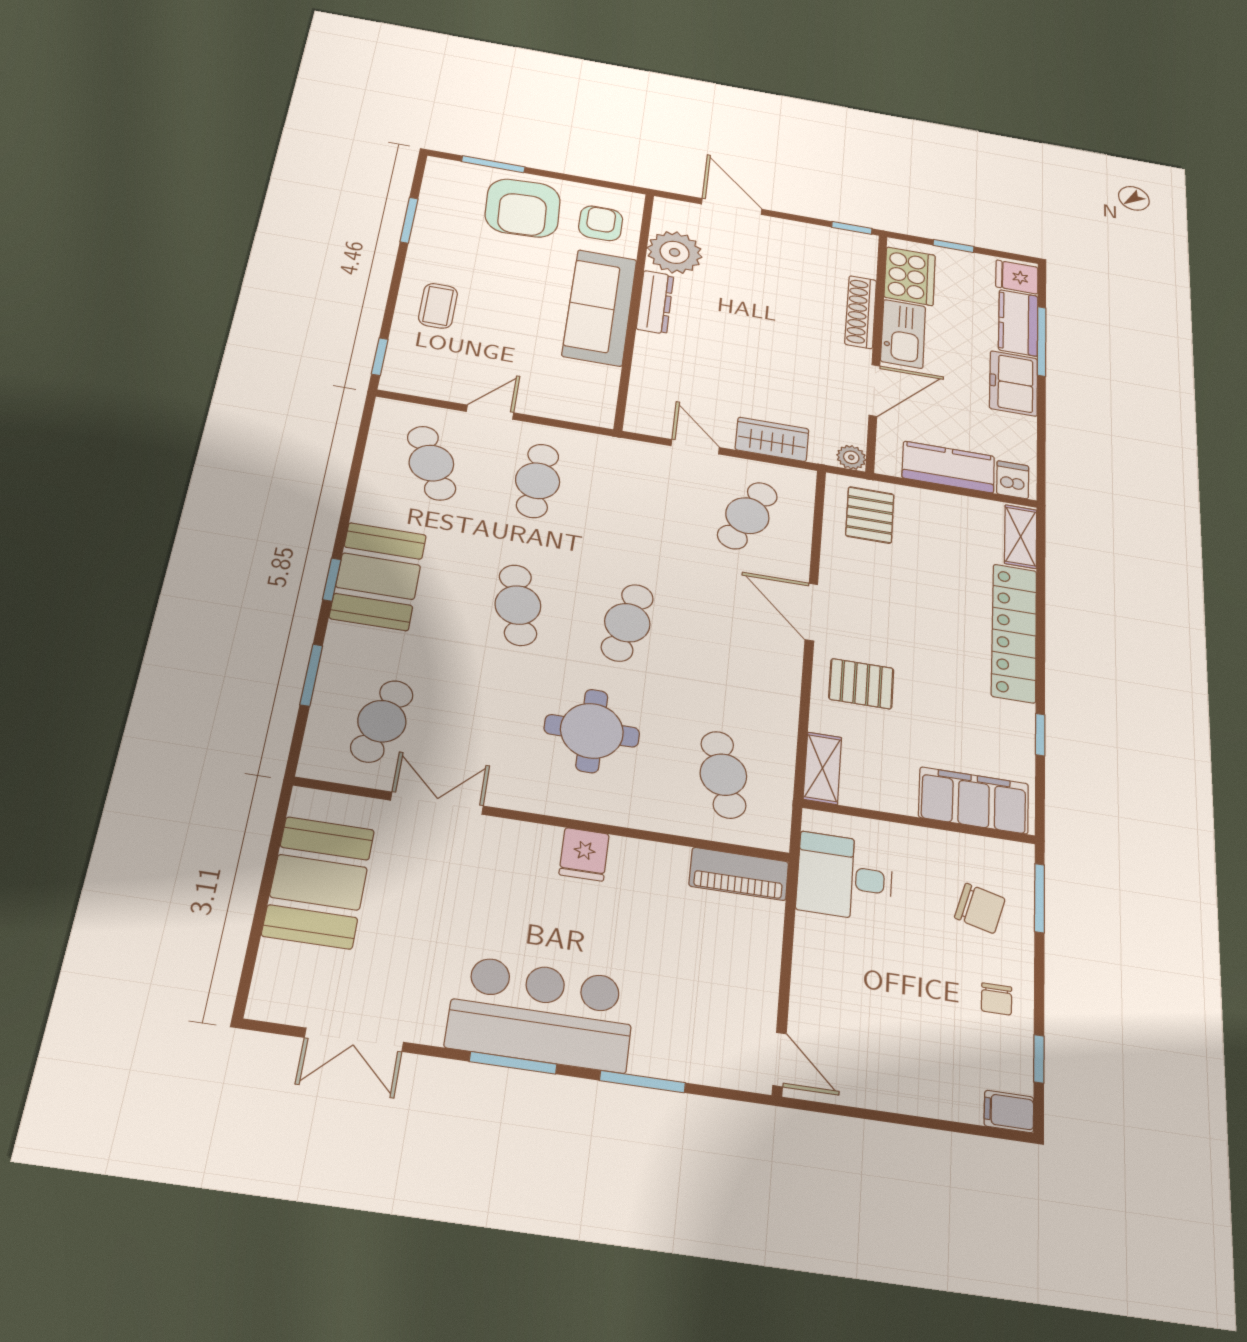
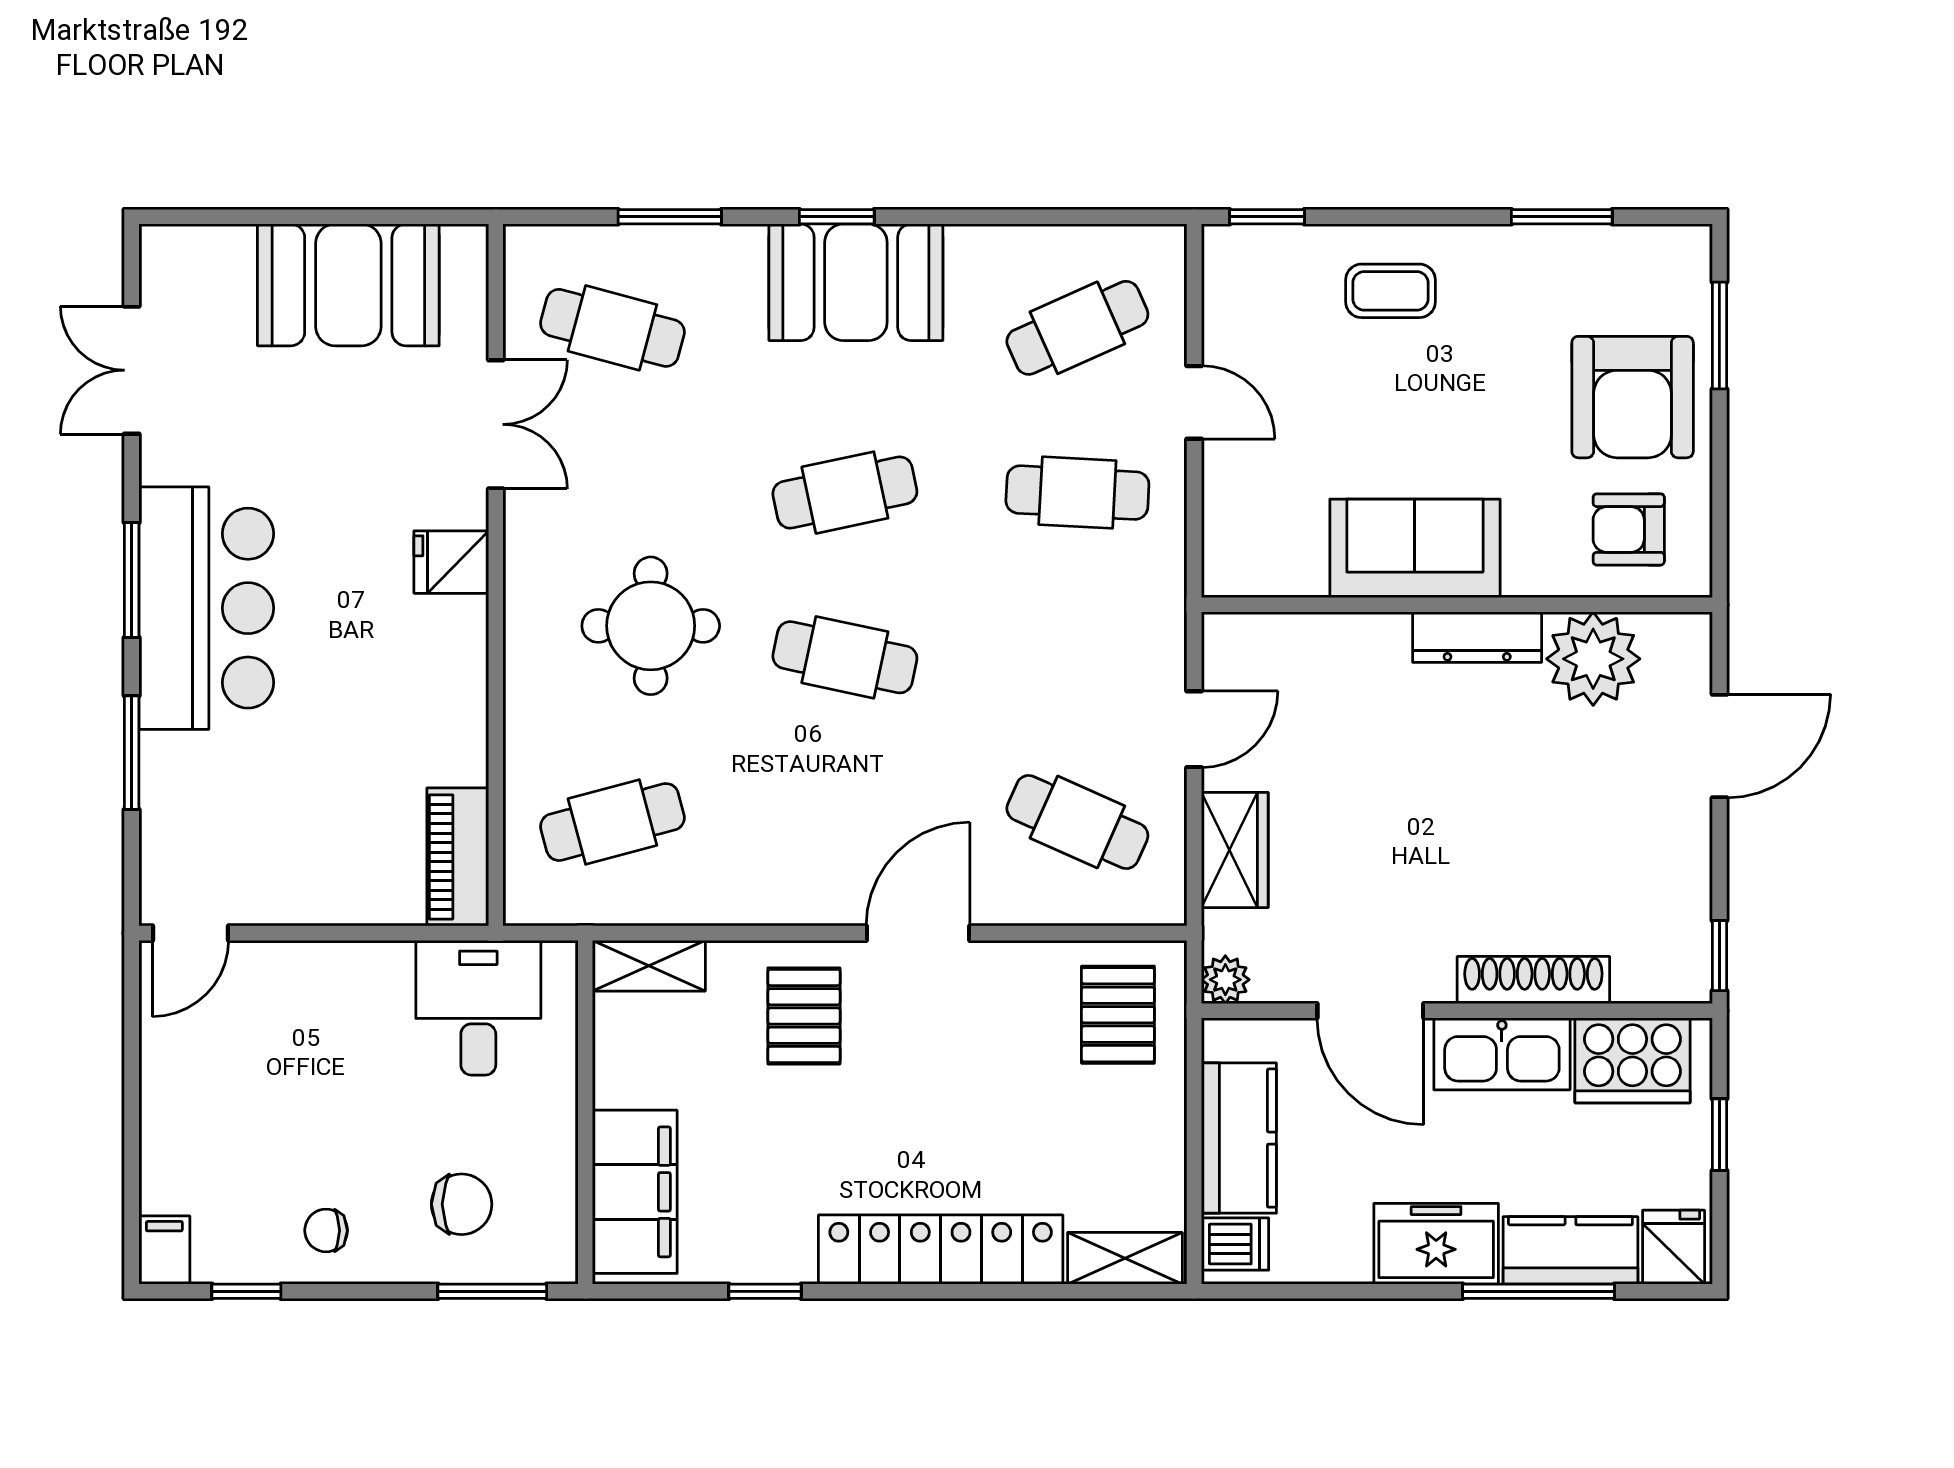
armchair: (523, 208) -> (1633, 397), turned -87
armchair: (601, 223) -> (1629, 529), turned 180
sofa: (600, 307) -> (1415, 548), width x0.73
pallet: (870, 515) -> (1118, 1015), turned 90
fridge: (584, 854) -> (451, 562), moved
chair: (980, 908) -> (462, 1204), turned -105

